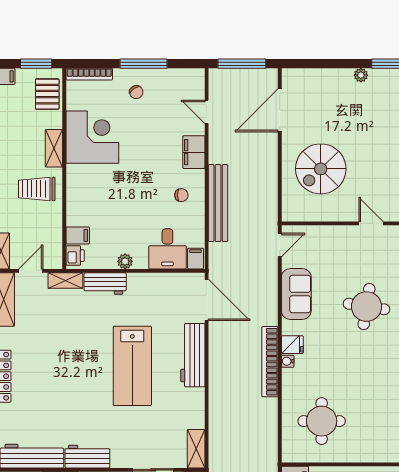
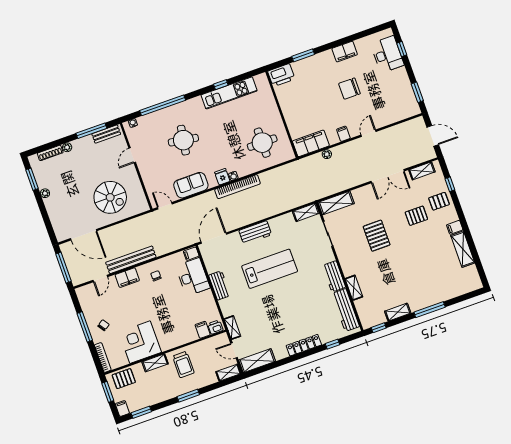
bench: (218, 203) -> (131, 260), moved
desk: (167, 249) -> (193, 277), width x1.37
plant: (125, 261) -> (208, 296), removed
workbench: (105, 284) -> (219, 285), moved
workbench: (193, 355) -> (255, 233), width x0.73

